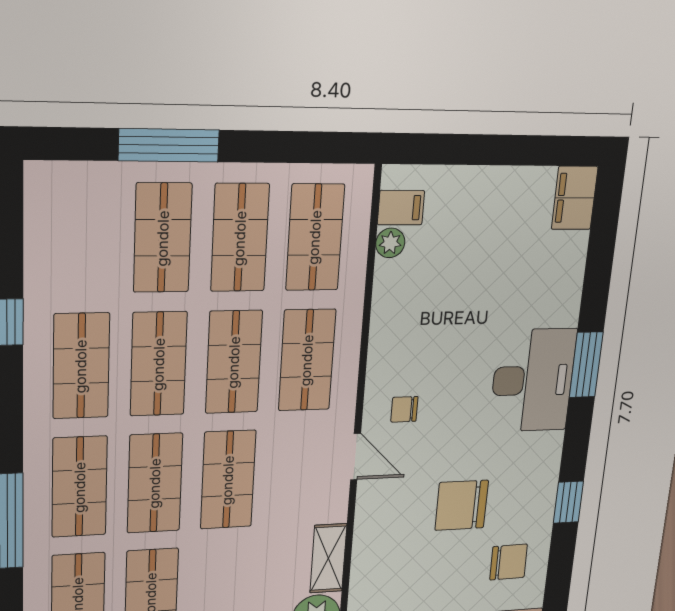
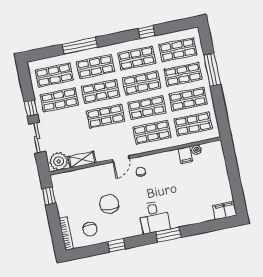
filing cabinet: (401, 208) -> (185, 155), moved
shop shelf: (83, 238) -> (178, 50), added
desk: (533, 380) -> (154, 217), width x0.73

